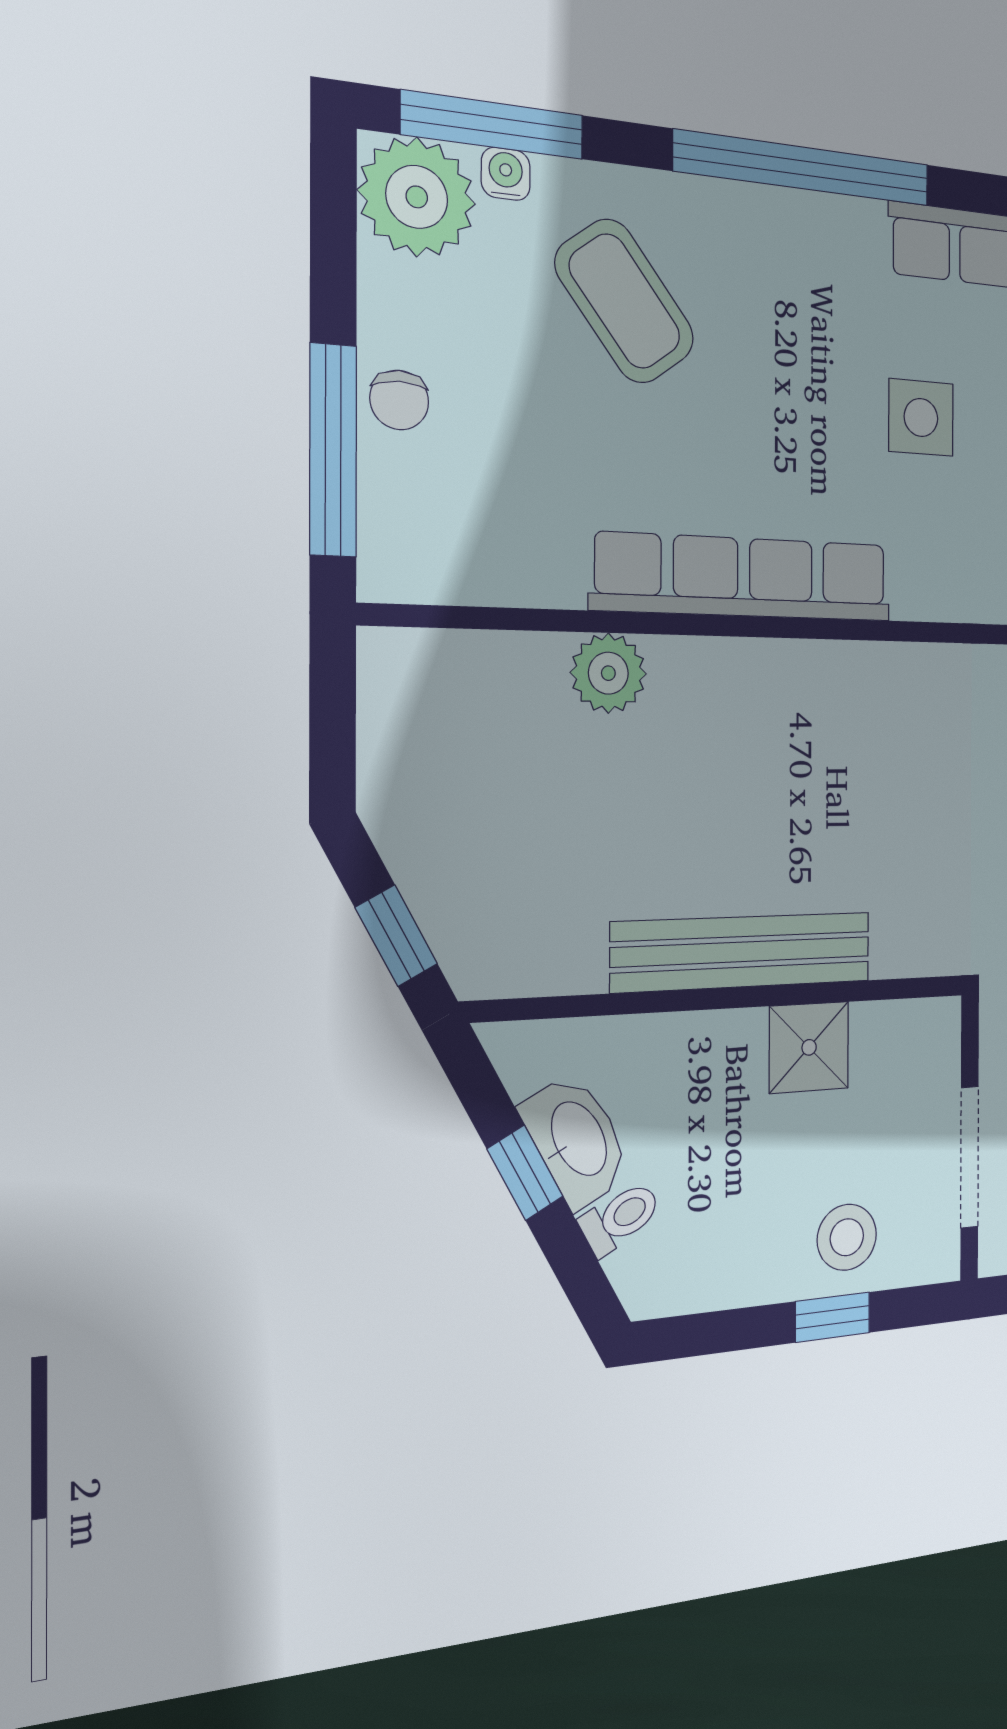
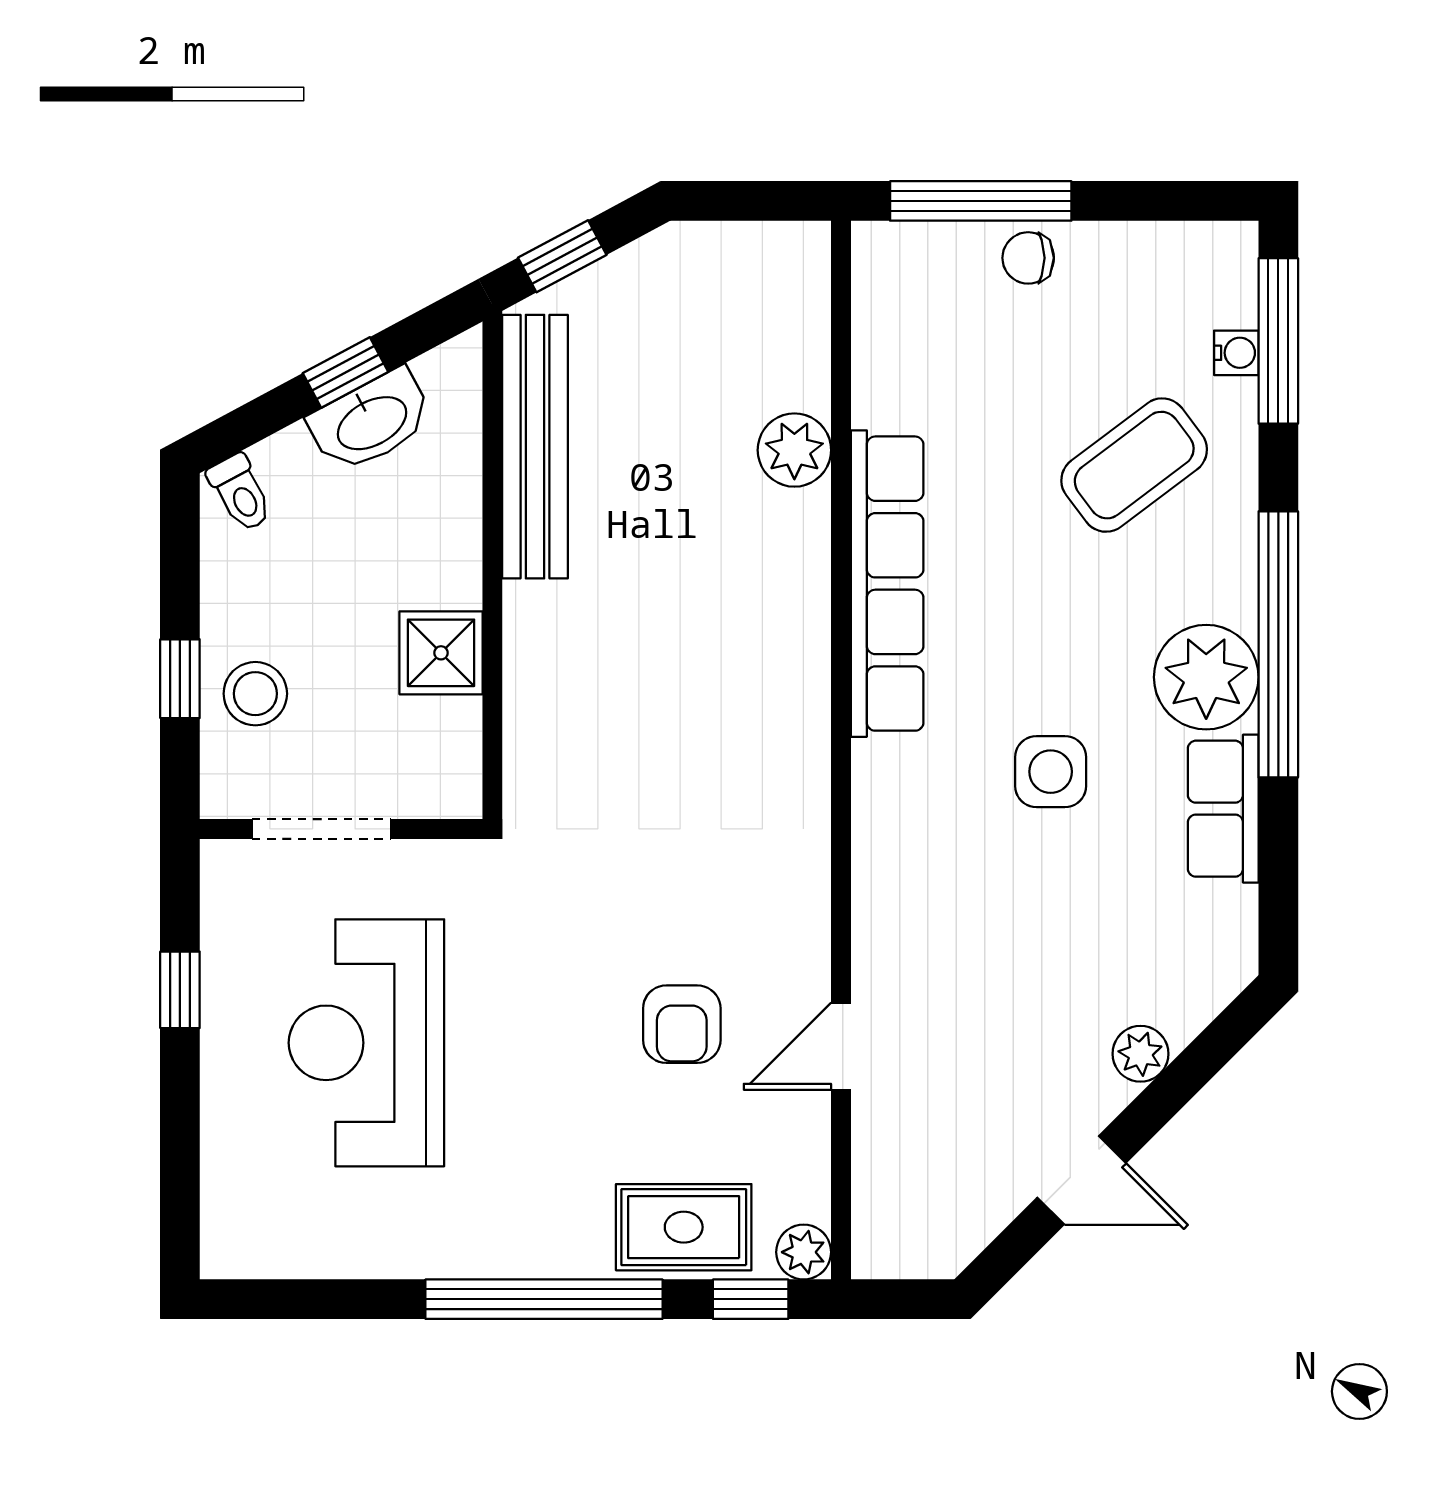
plant: (417, 197) -> (1206, 677), moved
bench: (743, 952) -> (535, 447), moved
toilet: (620, 1218) -> (240, 493), moved

